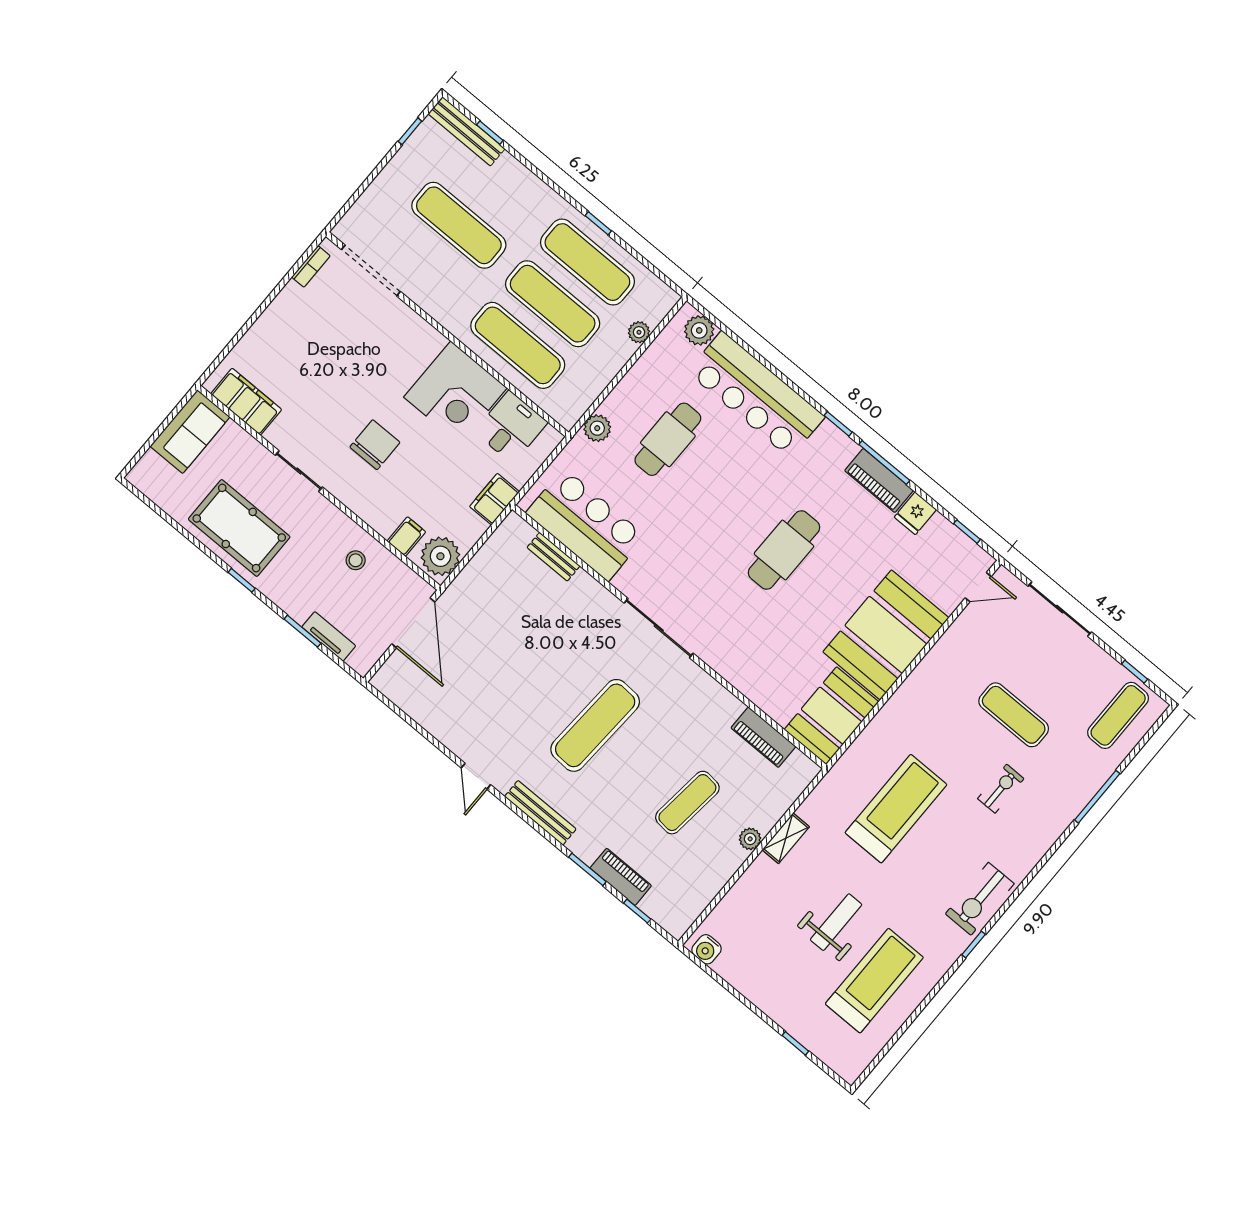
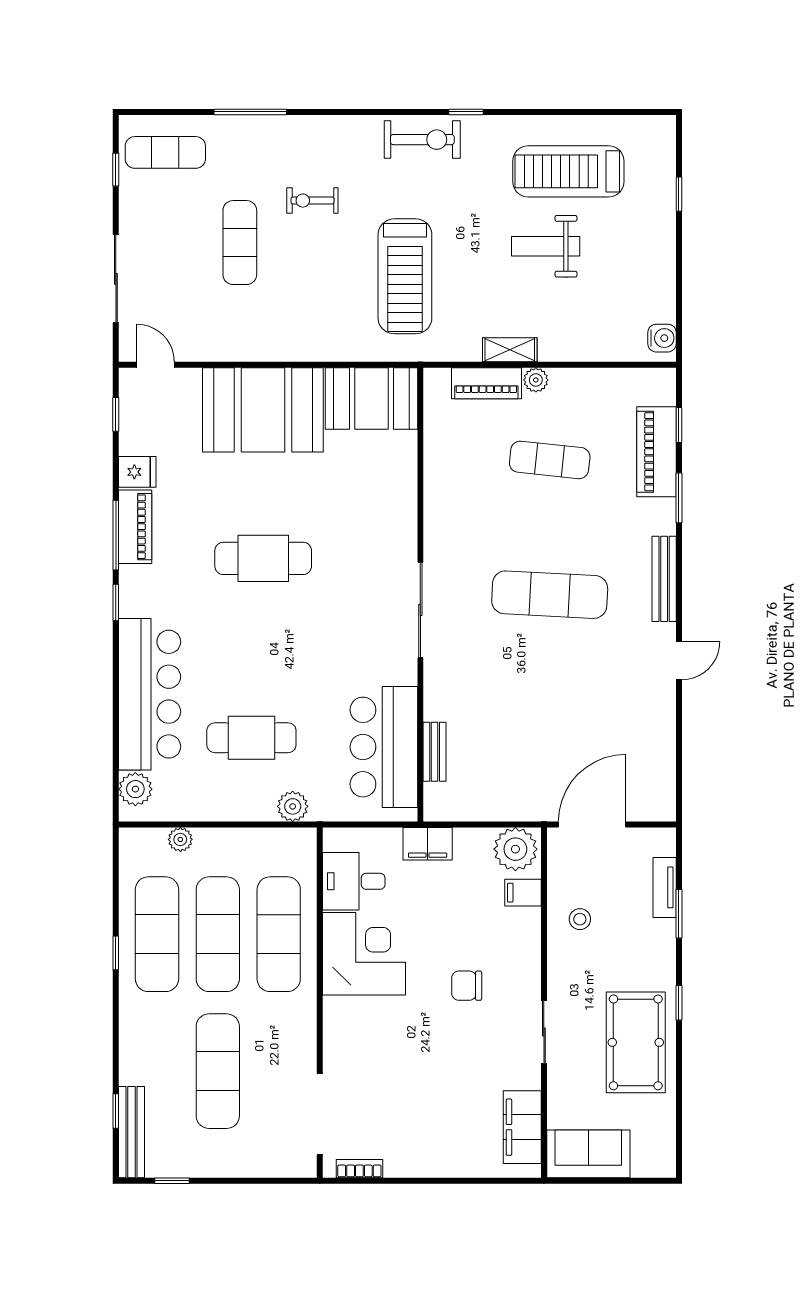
chair: (375, 445) -> (467, 986), width x0.73, depth x0.73
piano: (763, 737) -> (486, 383), moved, turned 90
treadmill: (896, 809) -> (405, 276), turned -90
piano: (621, 877) -> (657, 452), width x1.37, depth x1.33

